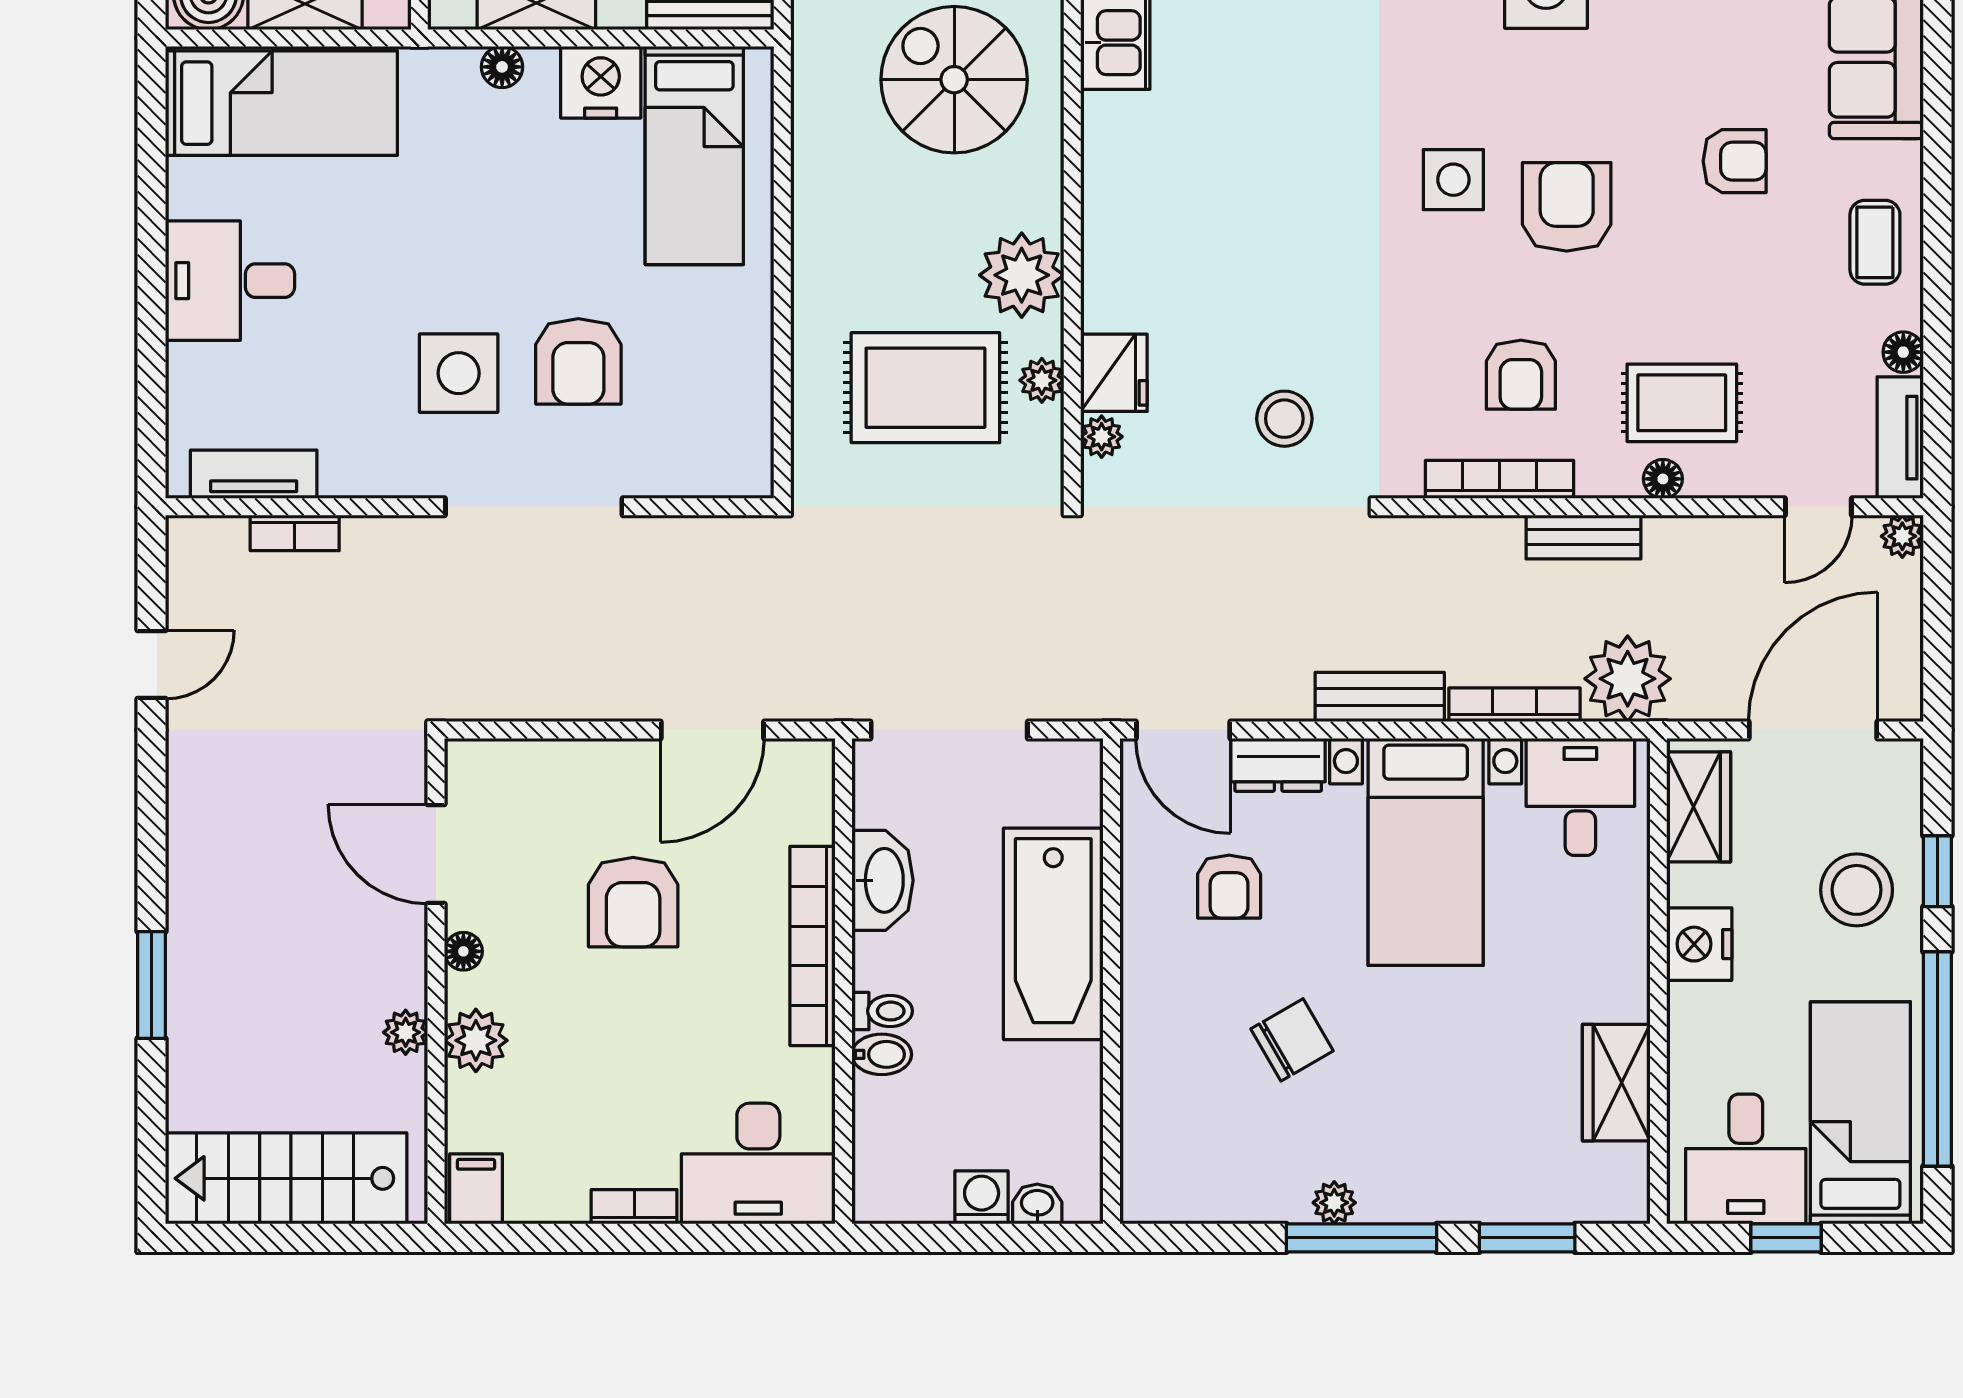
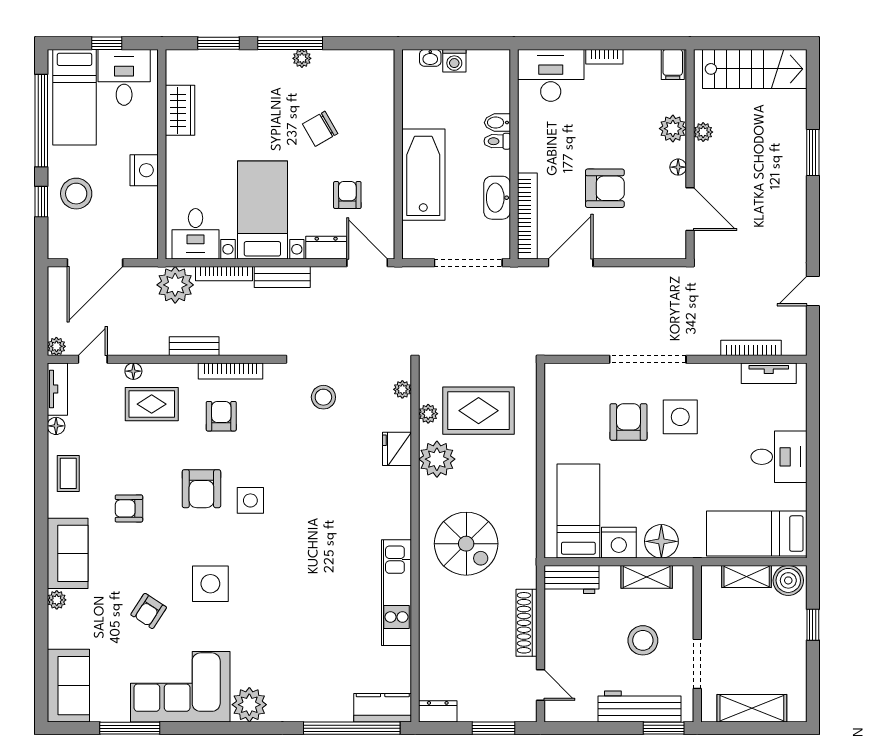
floor lamp: (502, 67) -> (661, 541), width x1.89, depth x1.89
fridge: (1114, 373) -> (397, 449), moved
floor lamp: (1663, 479) -> (133, 371), moved
bookcase: (295, 533) -> (751, 348), width x1.56
wardrobe: (1699, 807) -> (144, 229), removed
armchair: (633, 902) -> (605, 188), turned 90
bookcase: (813, 946) -> (527, 216), moved

